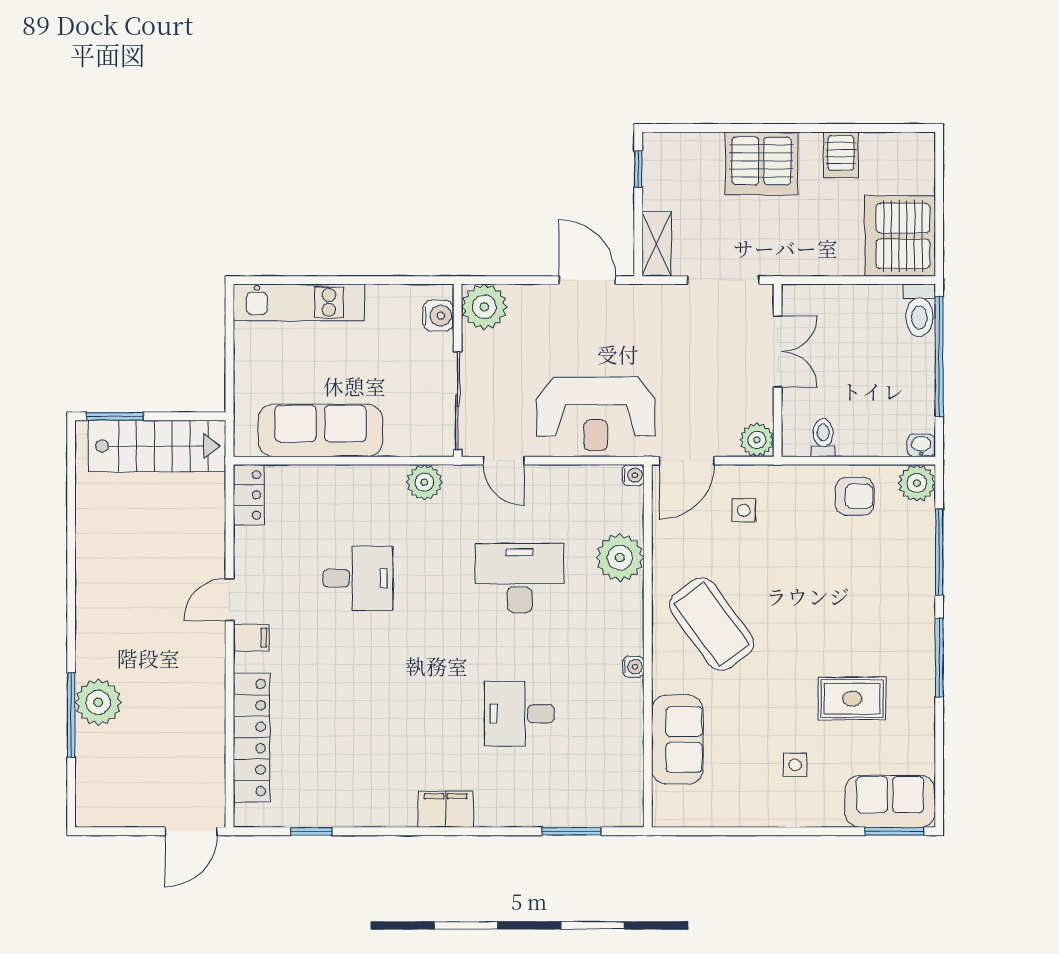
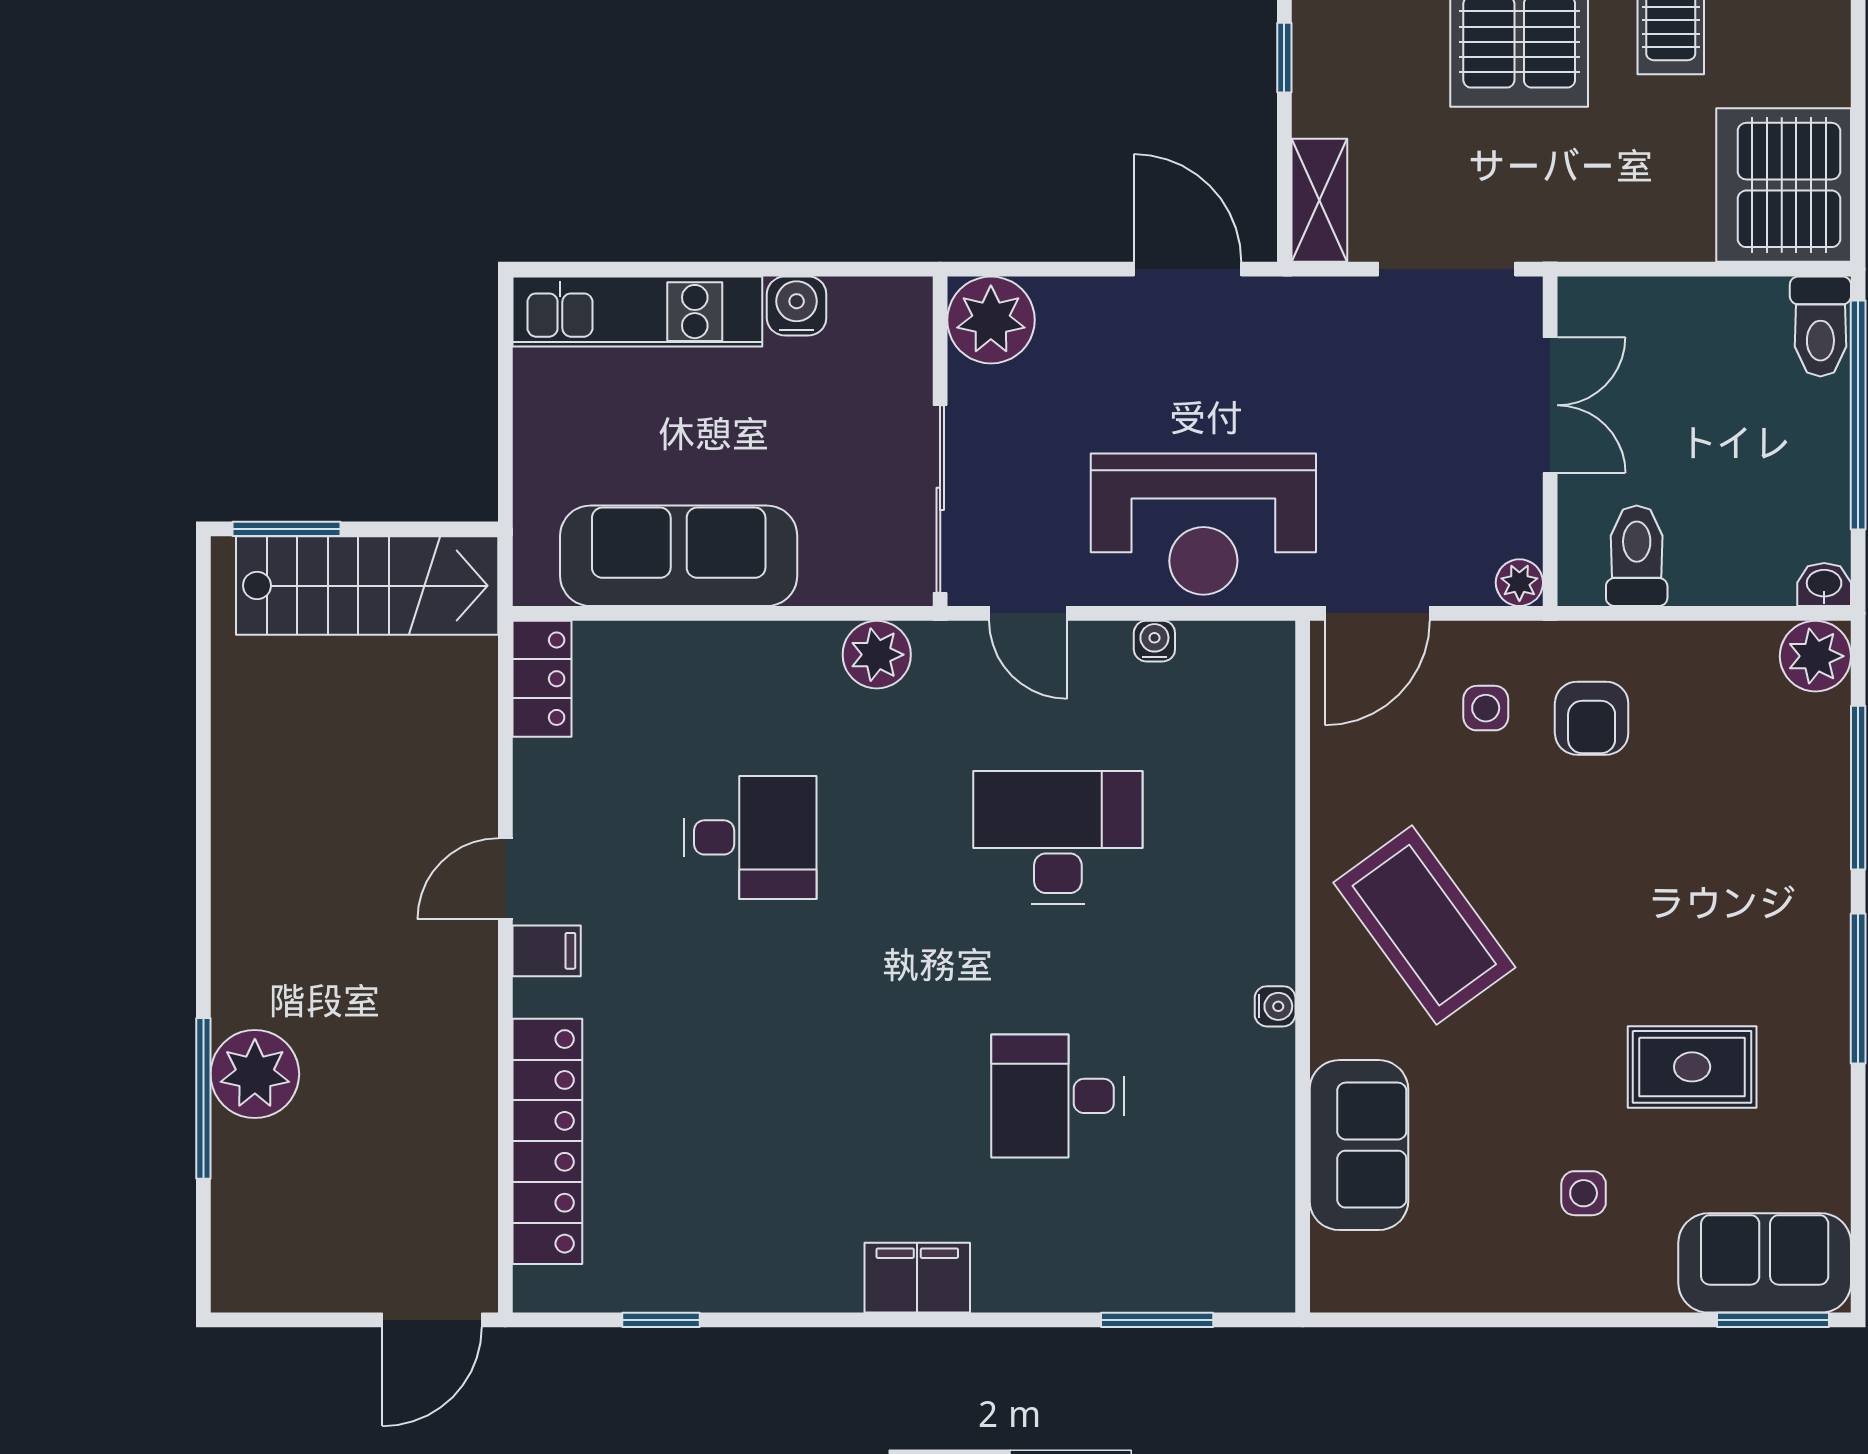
water cooler: (438, 316) -> (797, 306), moved, turned -90
toilet: (823, 438) -> (1637, 556), width x1.37, depth x1.39
plant: (757, 440) -> (1519, 583), width x0.73, depth x0.73
water cooler: (633, 475) -> (1154, 641), moved, turned -90
armchair: (855, 496) -> (1592, 718), moved, turned 90
plant: (620, 558) -> (1249, 798), removed

